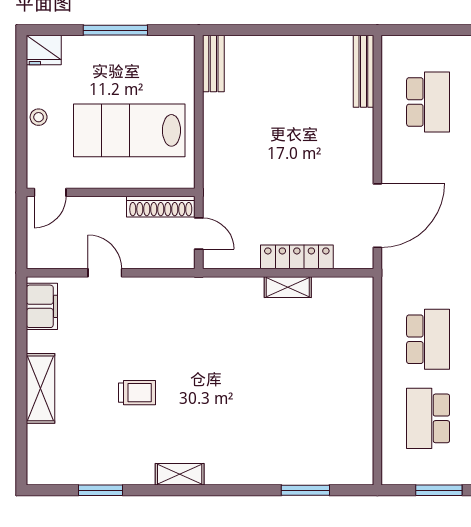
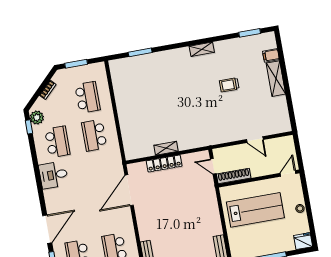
filing cabinet: (42, 306) -> (271, 55), moved, width x0.50
window: (100, 490) -> (250, 33), moved

